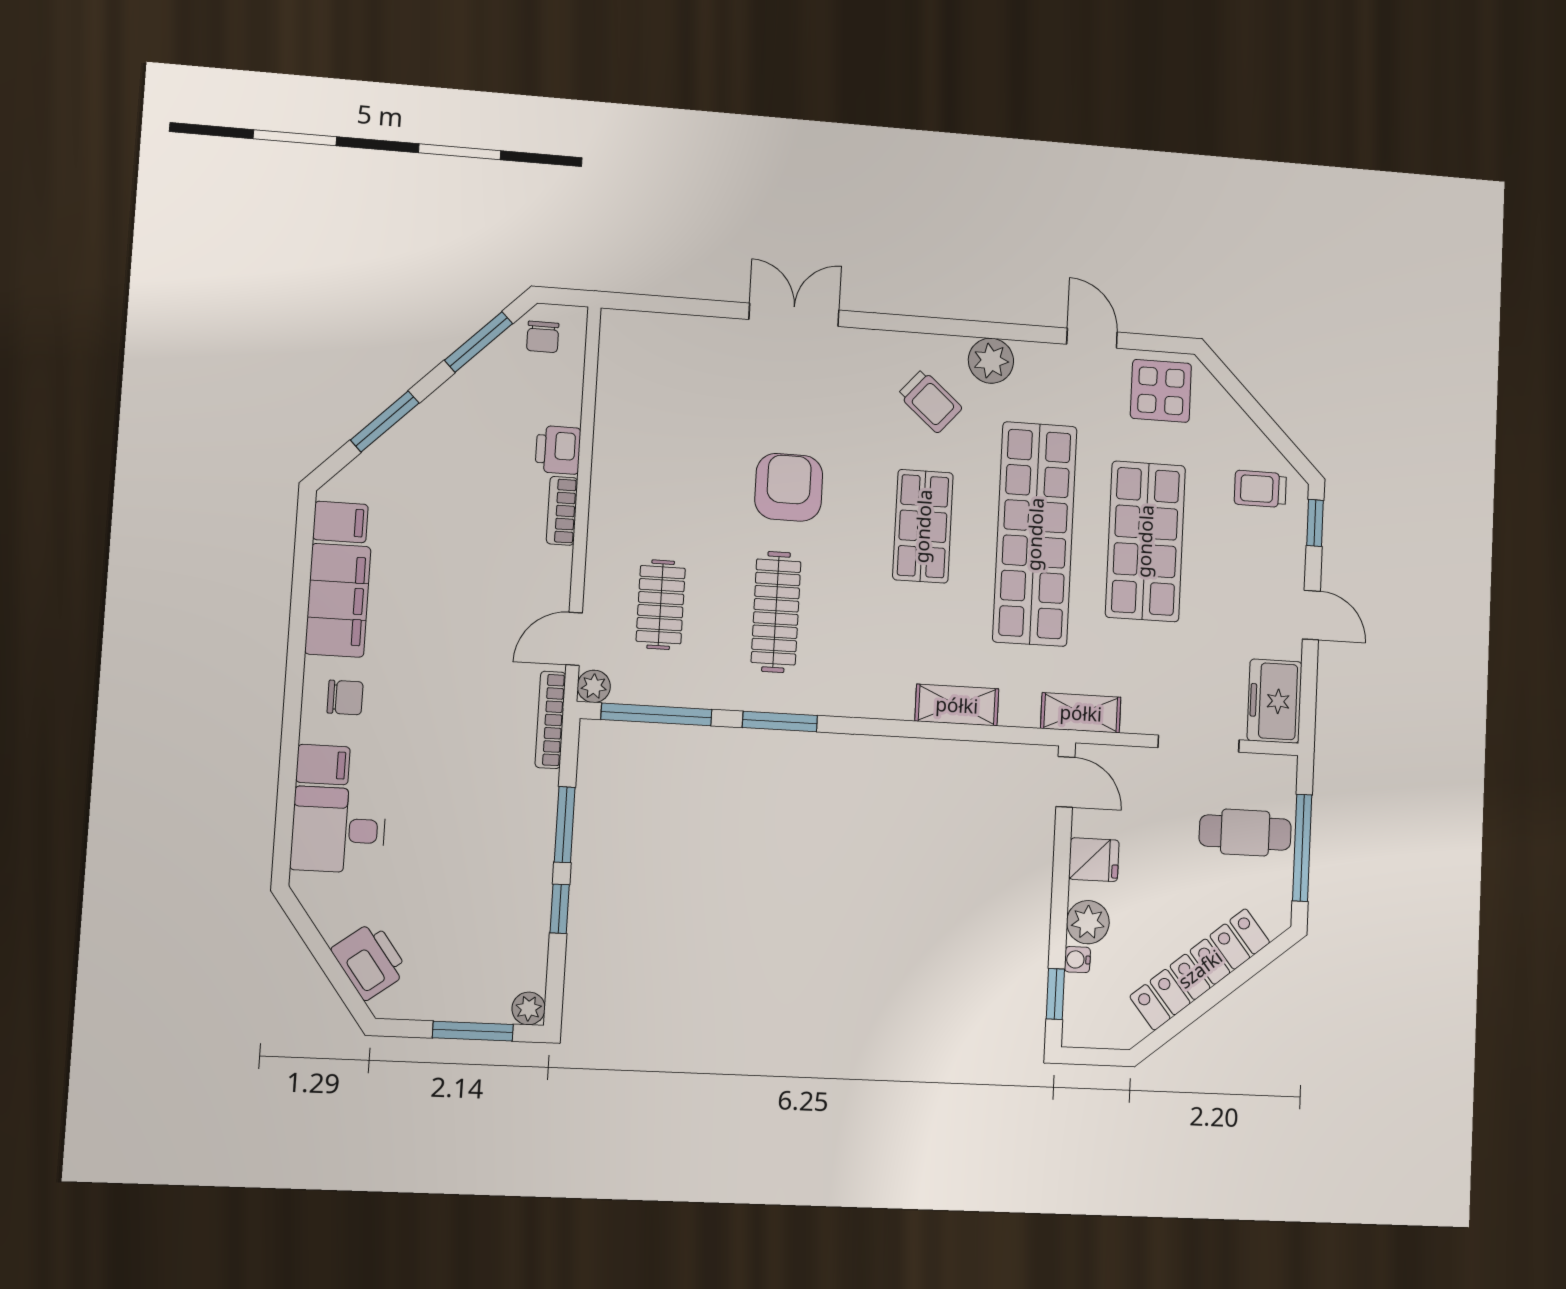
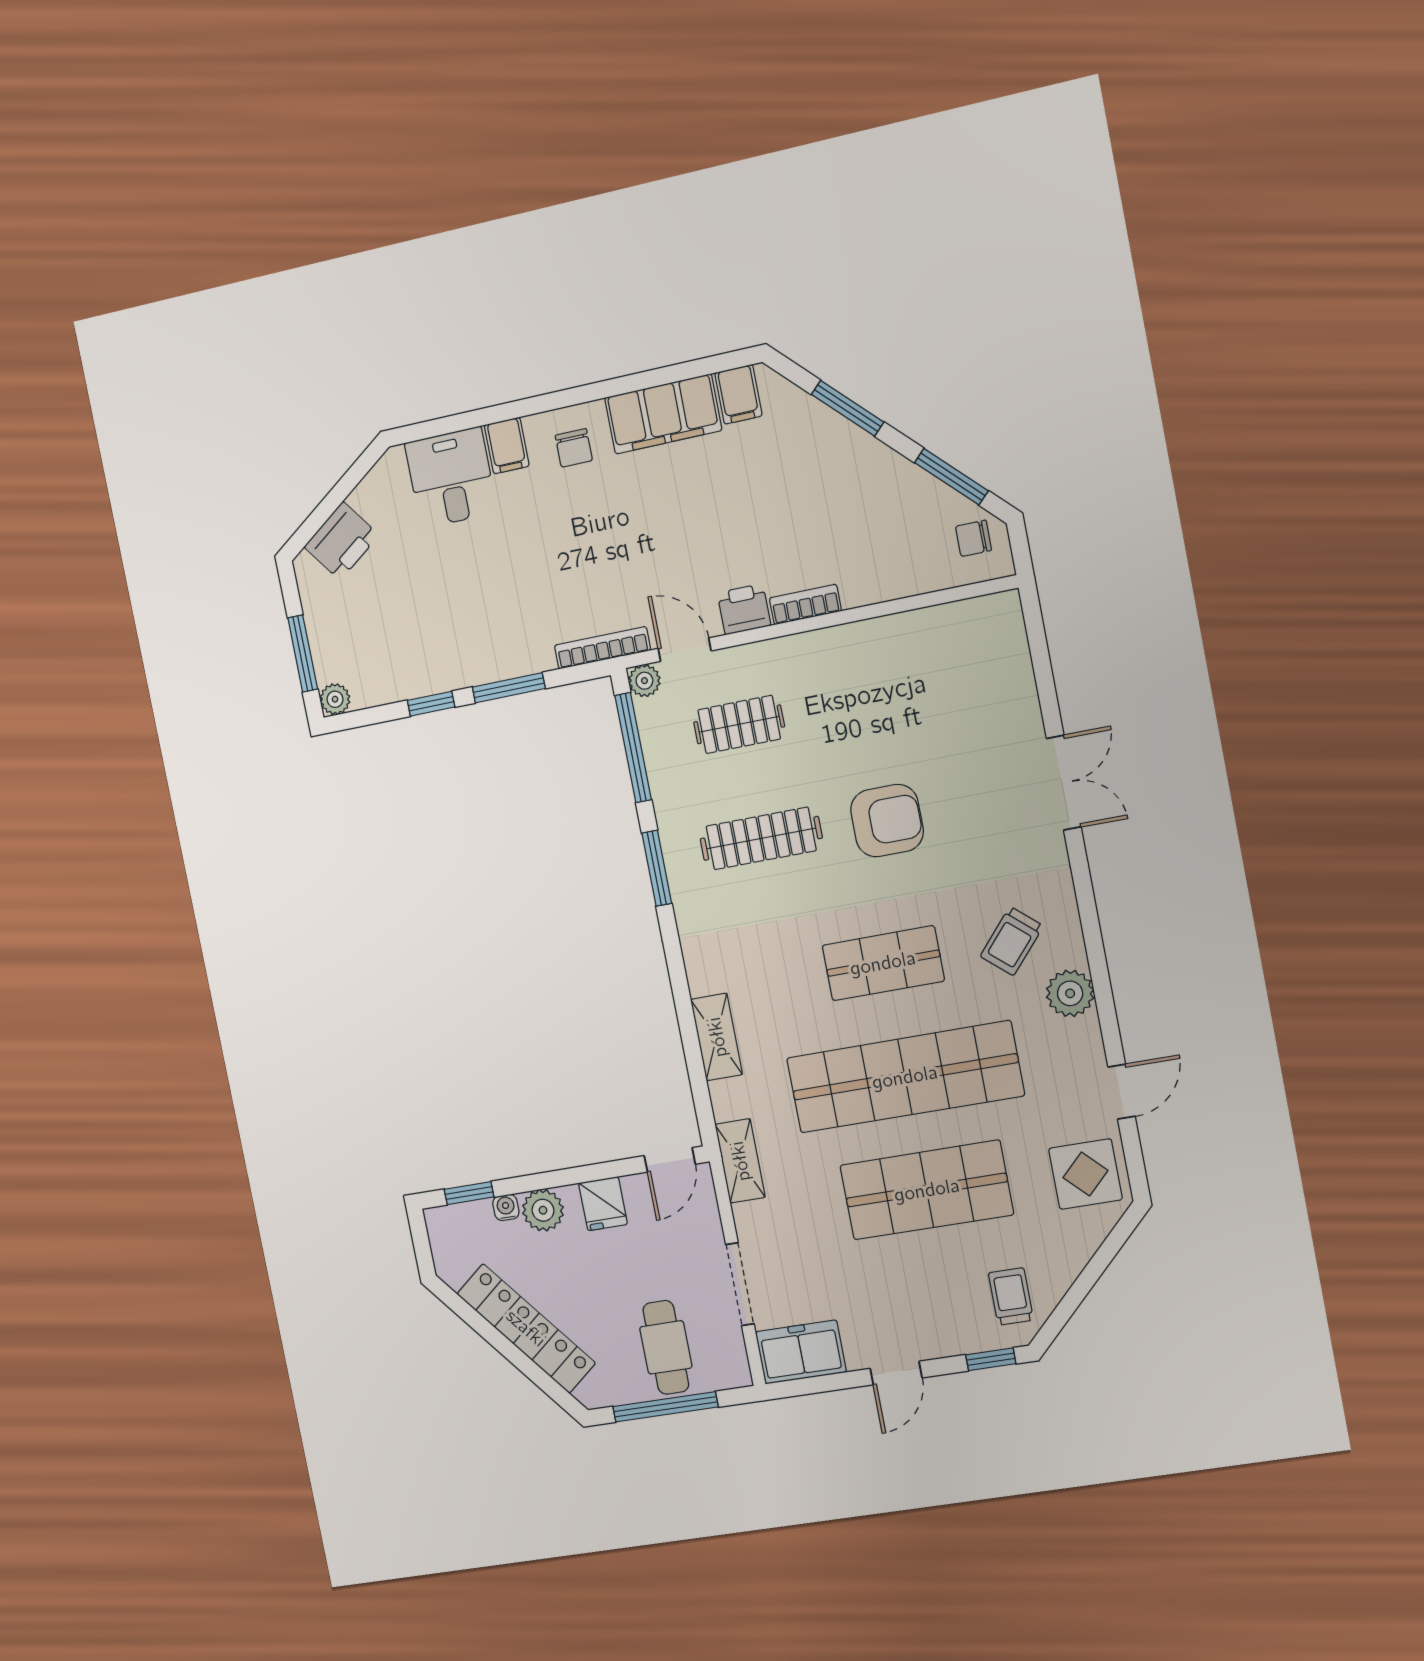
printer: (558, 450) -> (744, 609), moved

